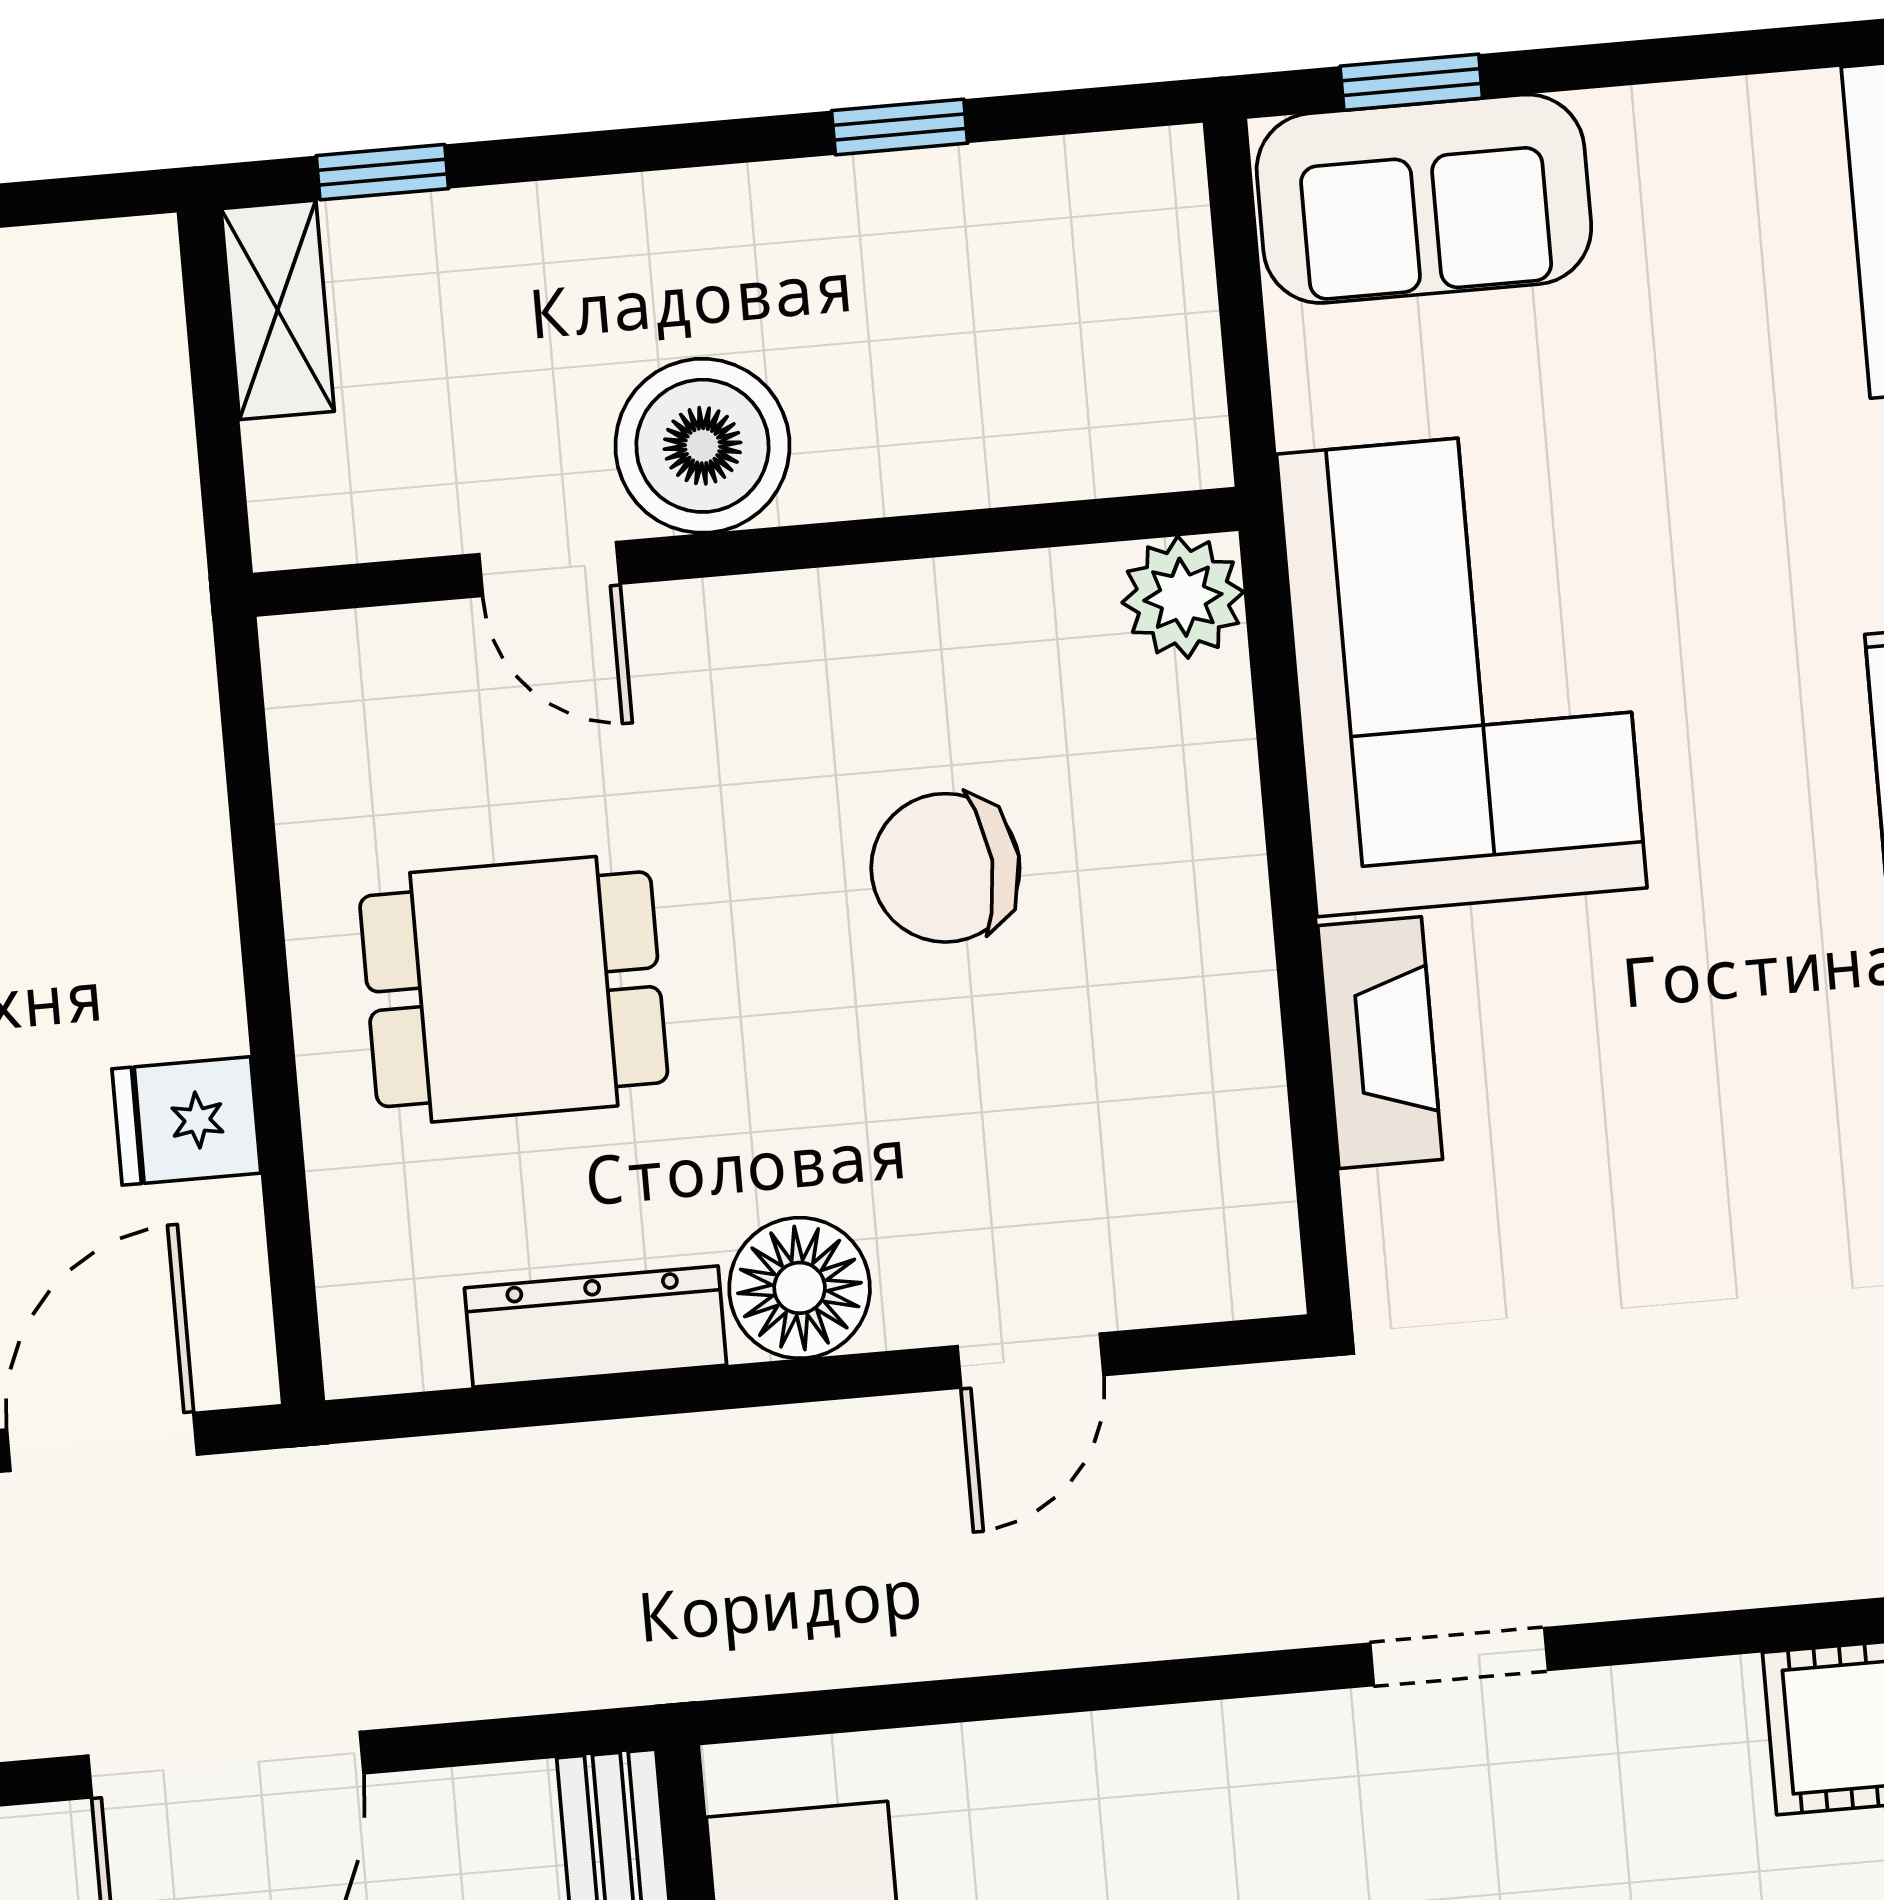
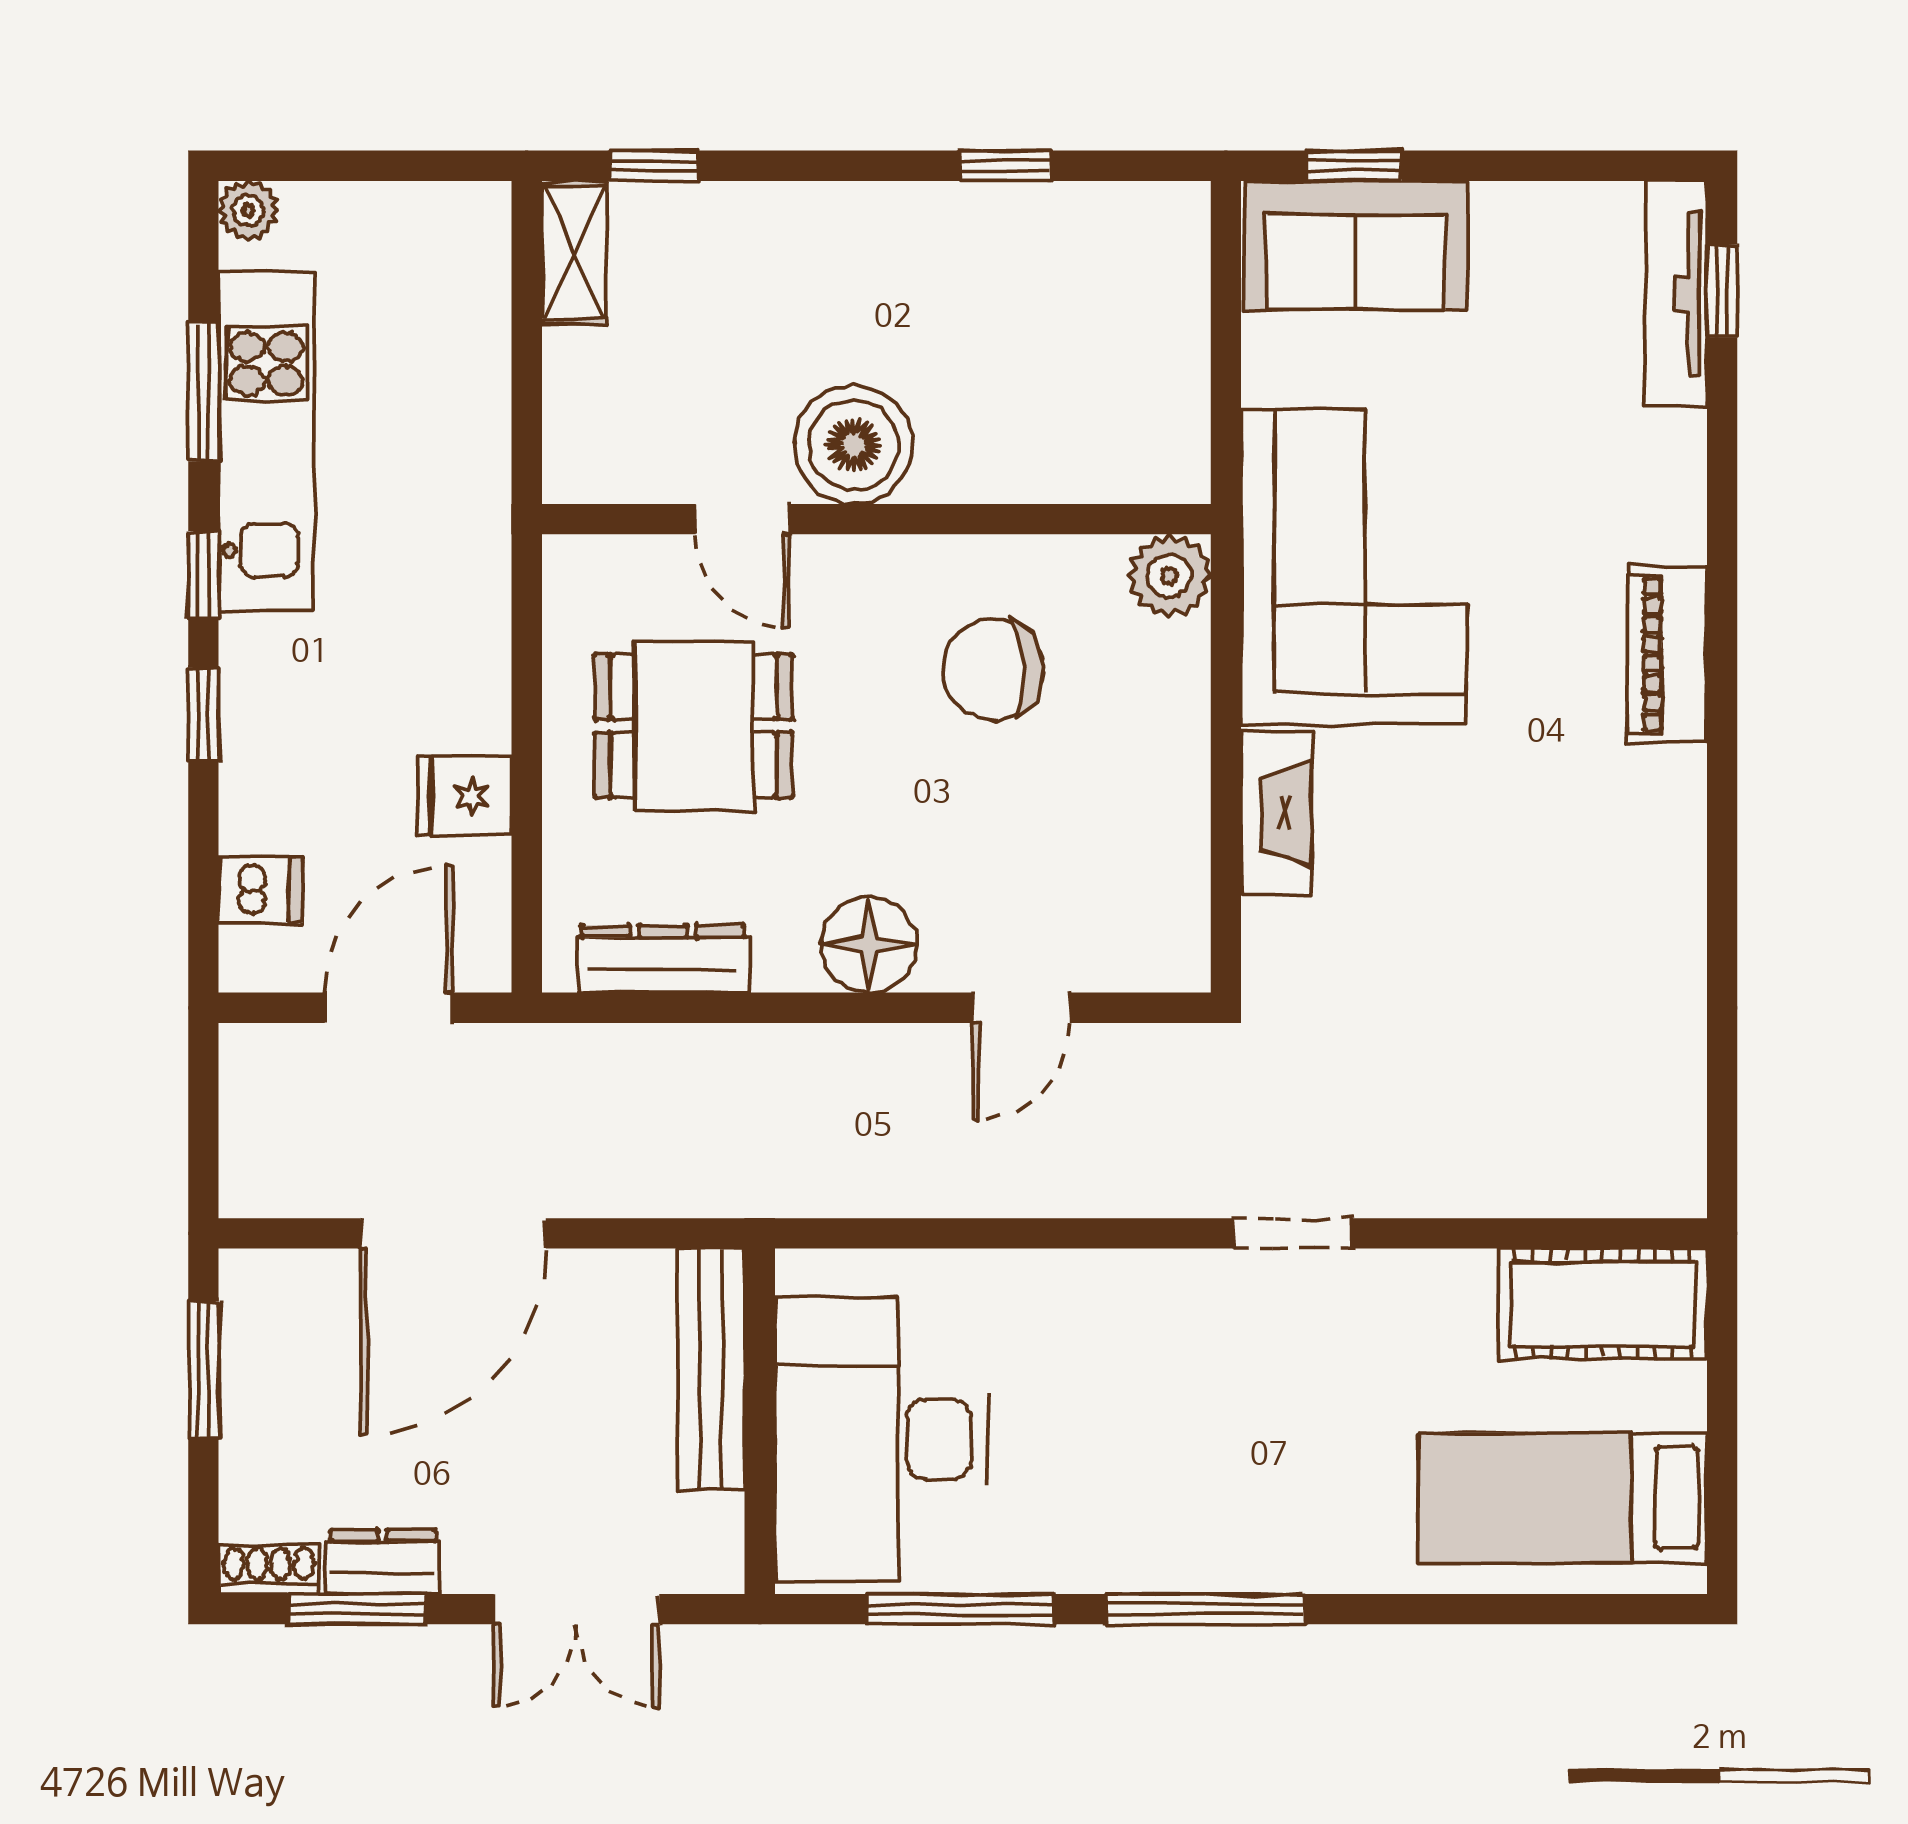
boiler: (702, 446) -> (853, 445), moved
wall: (746, 552) -> (876, 519), moved
door: (549, 569) -> (743, 519), moved
plant: (1183, 597) -> (1169, 576), moved
dresser: (596, 1326) -> (663, 959), moved

